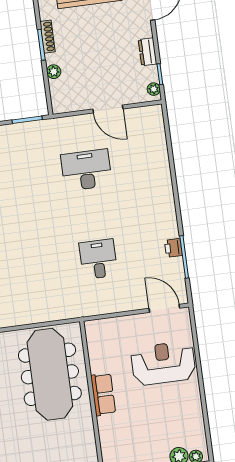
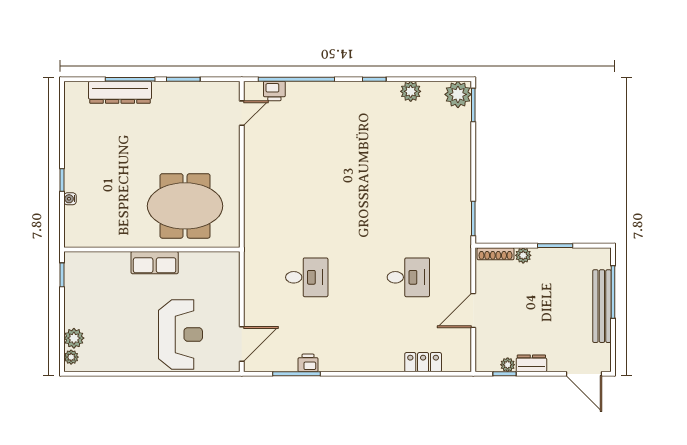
shoe rack: (48, 37) -> (496, 254), moved
plant: (154, 89) -> (508, 365), moved
locker: (159, 147) -> (423, 362), added
desk: (86, 170) -> (408, 277), width x0.73
meeting table: (50, 374) -> (185, 206), width x0.73

